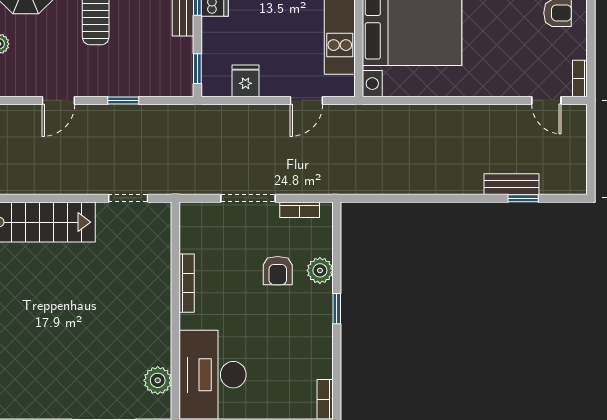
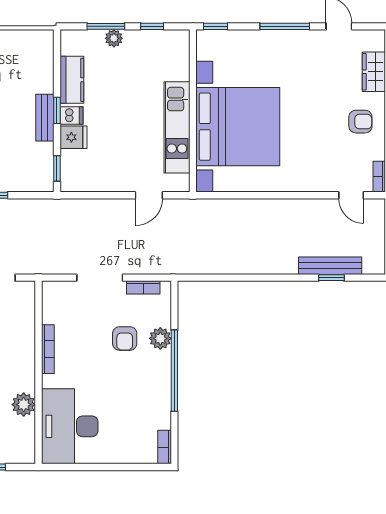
fridge: (245, 81) -> (74, 137), moved, turned 90
bench: (512, 184) -> (330, 266), width x1.36
window: (337, 309) -> (174, 371), width x3.17
plant: (158, 380) -> (24, 405), moved

